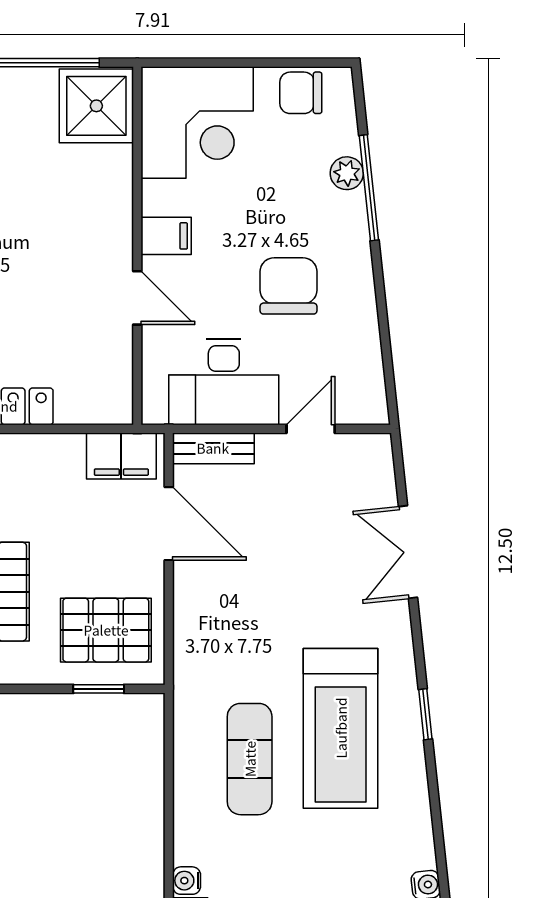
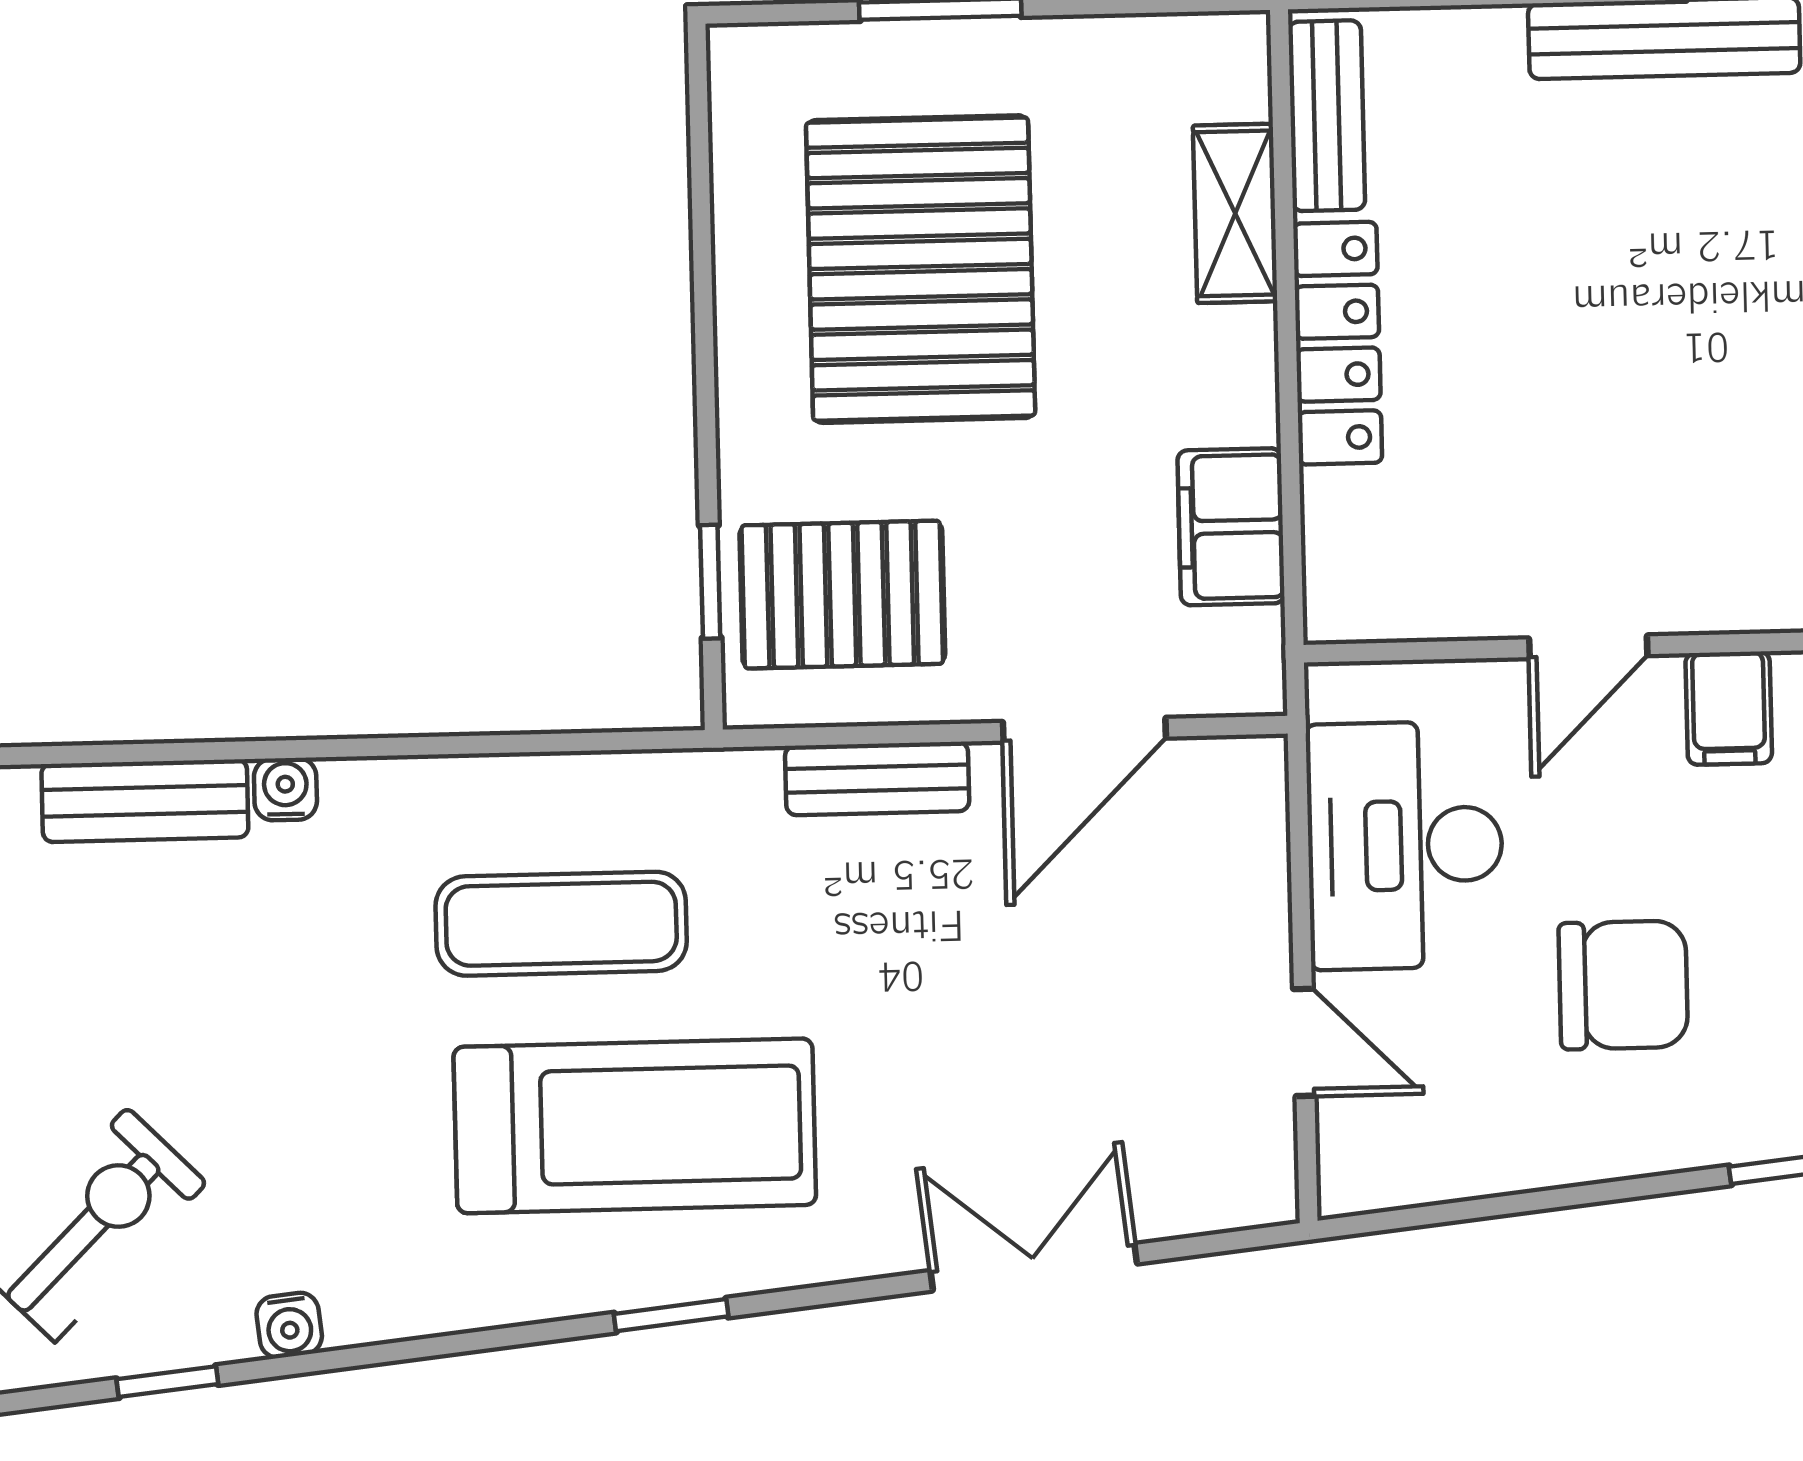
bench: (213, 448) -> (877, 778), moved, turned 90
filing cabinet: (121, 456) -> (1231, 527), moved
pallet: (106, 630) -> (842, 595), turned 90
treadmill: (341, 728) -> (635, 1126), turned 180

